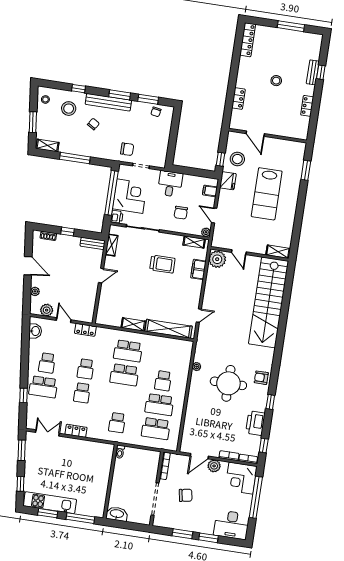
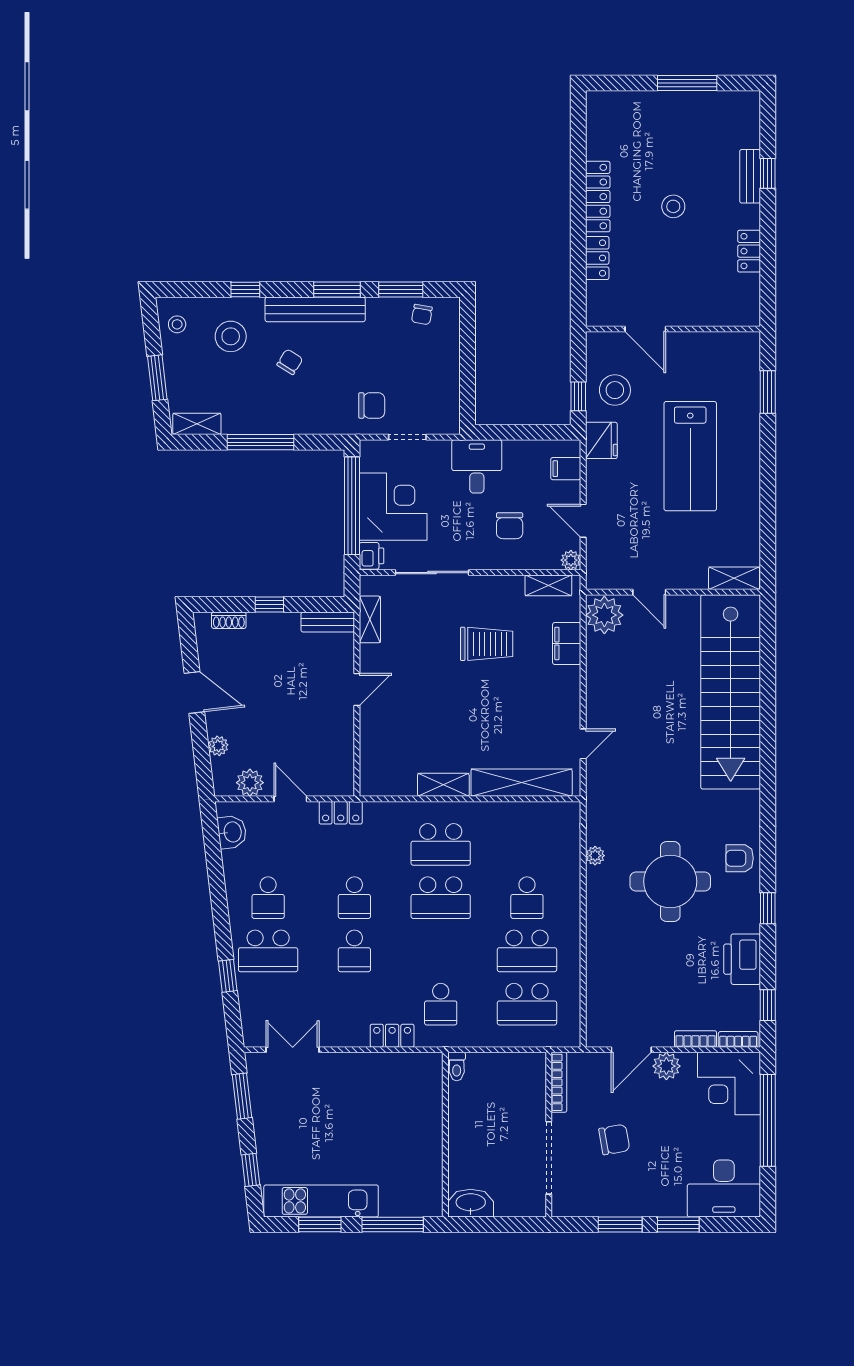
locker: (248, 40) -> (598, 197), moved
locker: (76, 431) -> (392, 1036), moved

